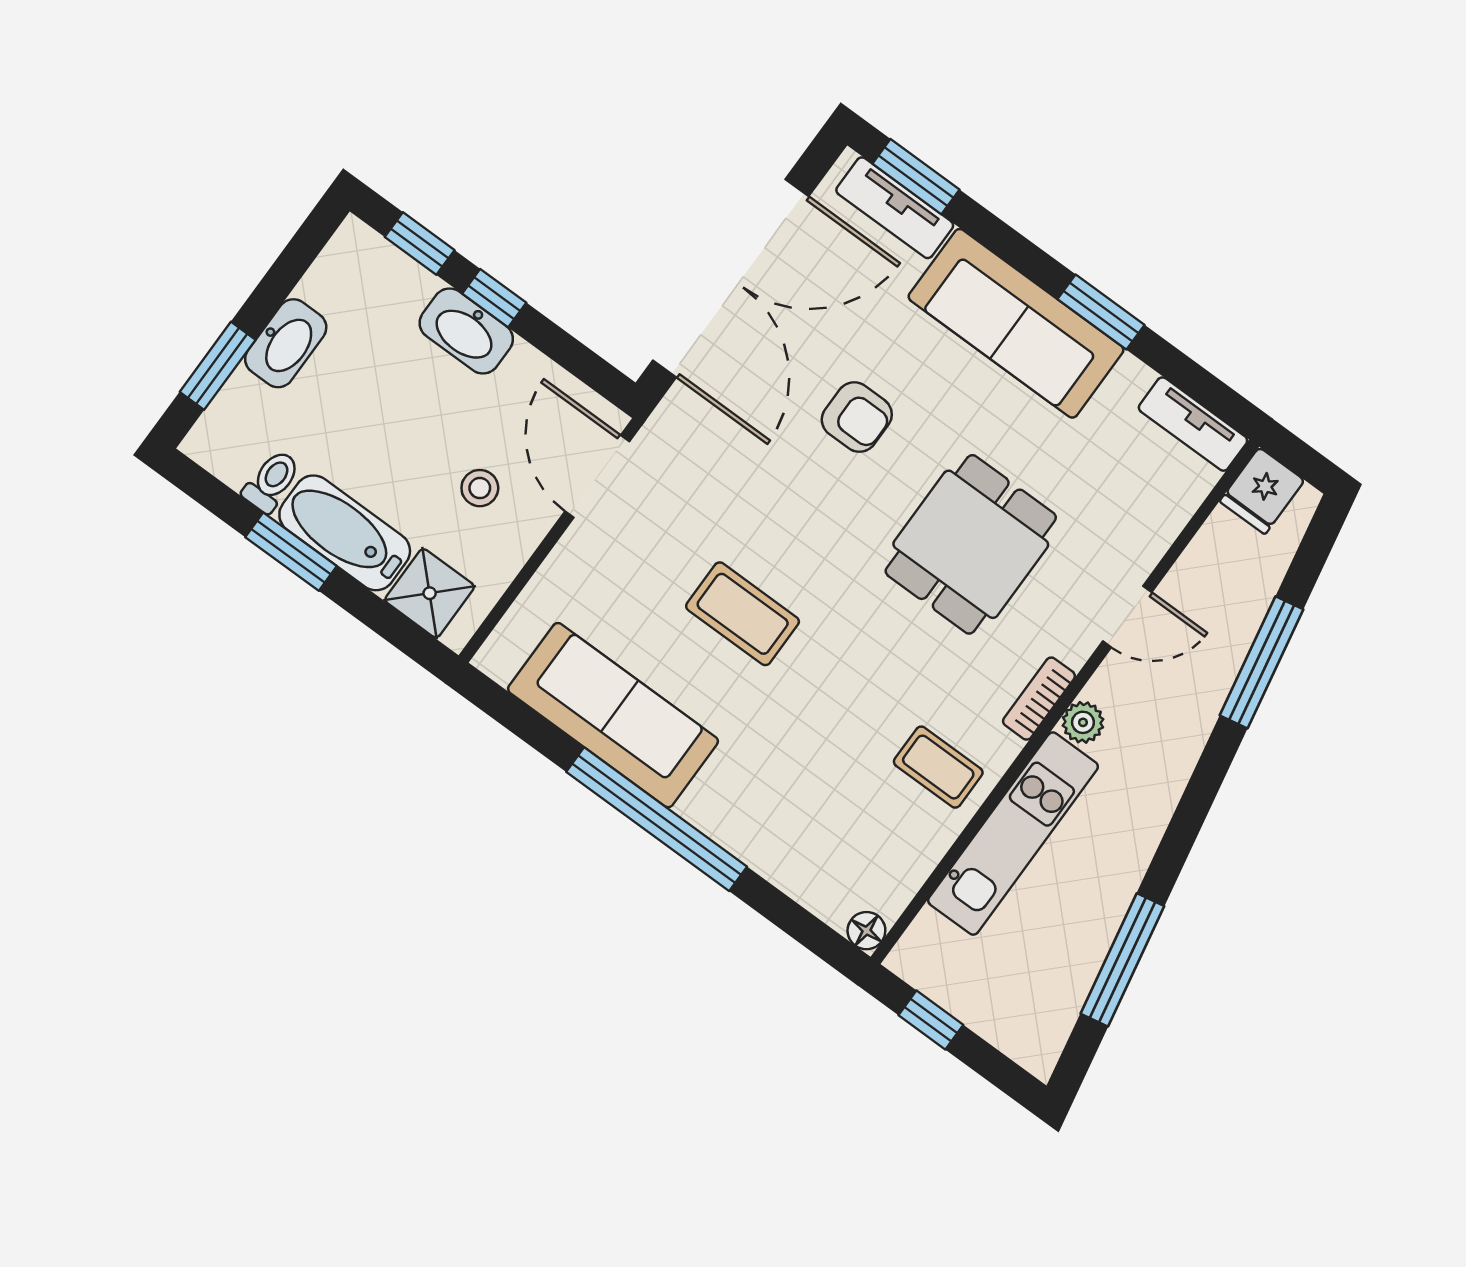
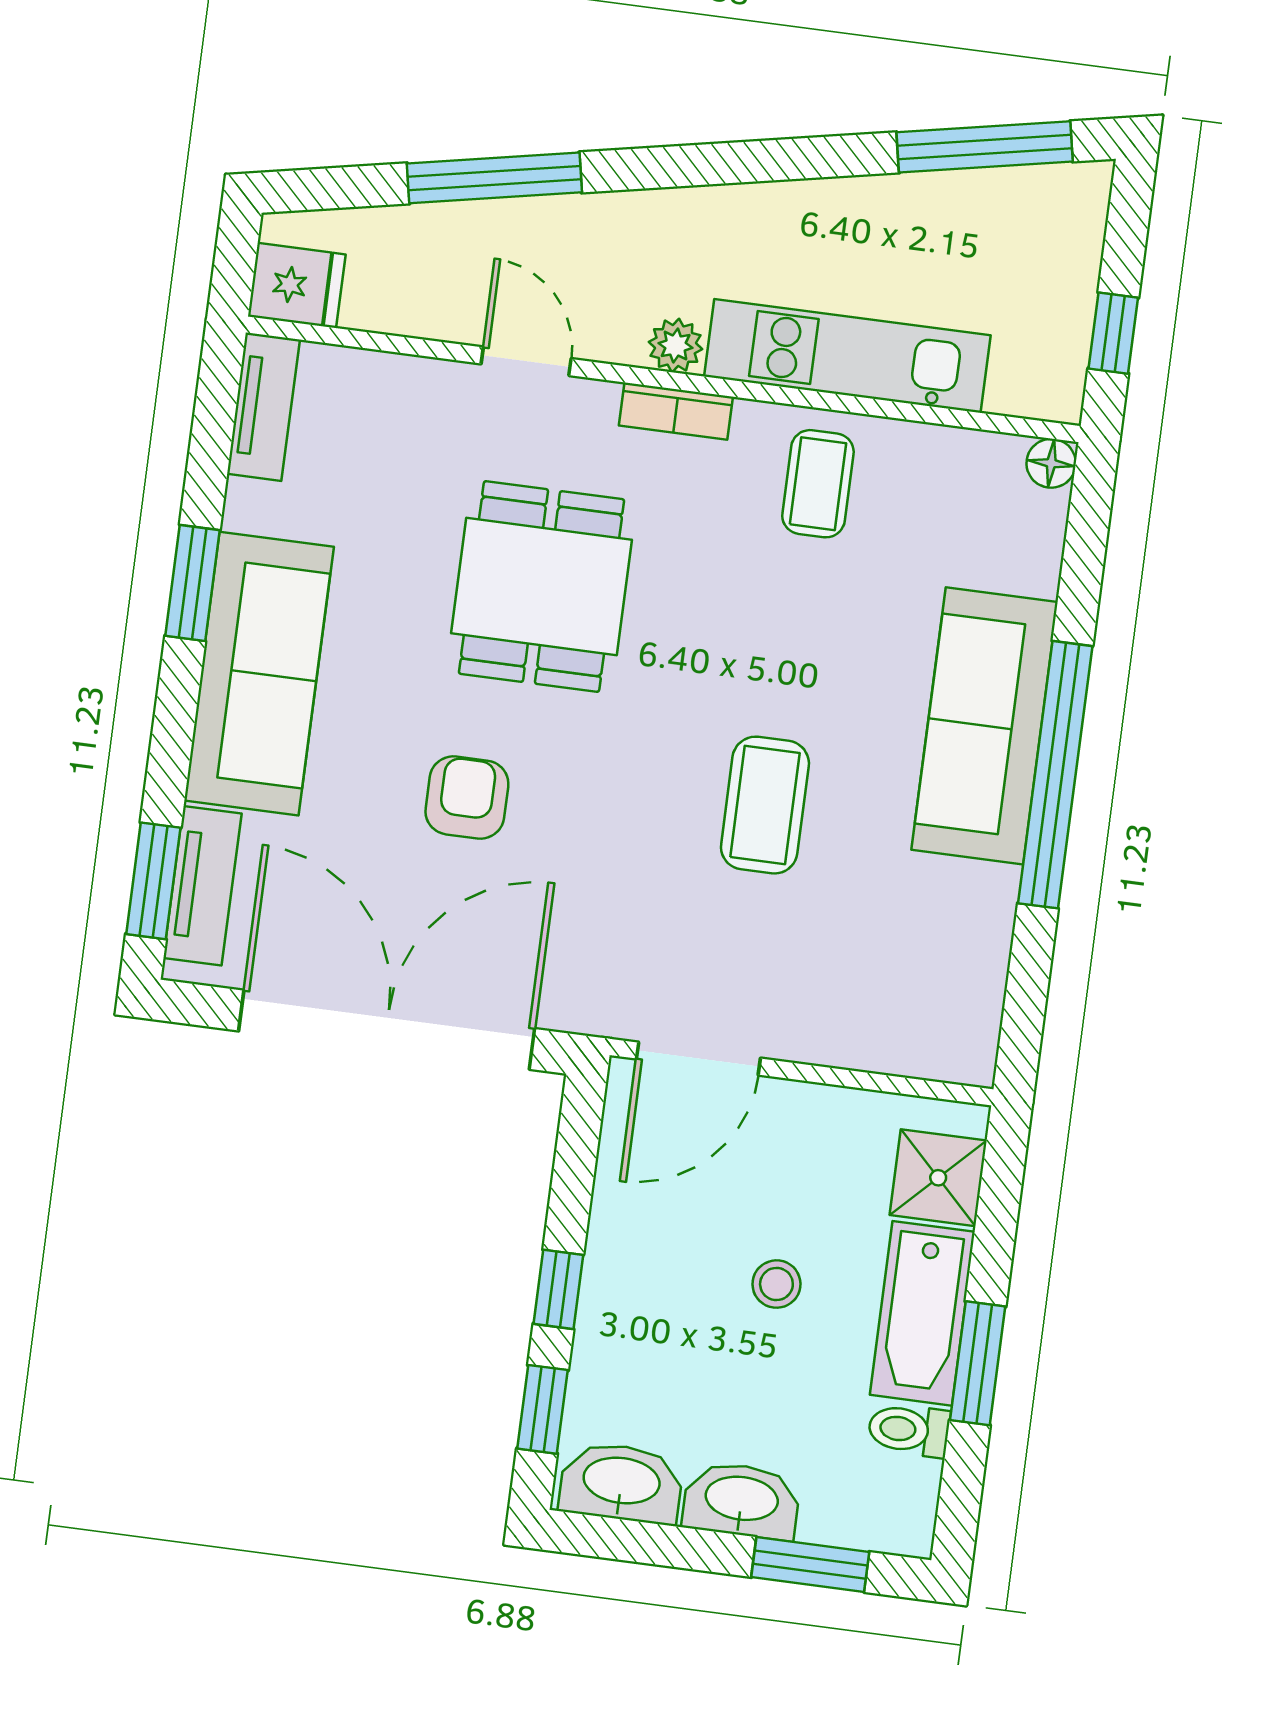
washbasin: (466, 331) -> (621, 1483), moved, turned -90
stool: (480, 488) -> (776, 1284), moved
dining table: (971, 544) -> (542, 587), turned 90
sofa: (613, 715) -> (985, 726), moved
window: (1122, 960) -> (985, 147), moved

